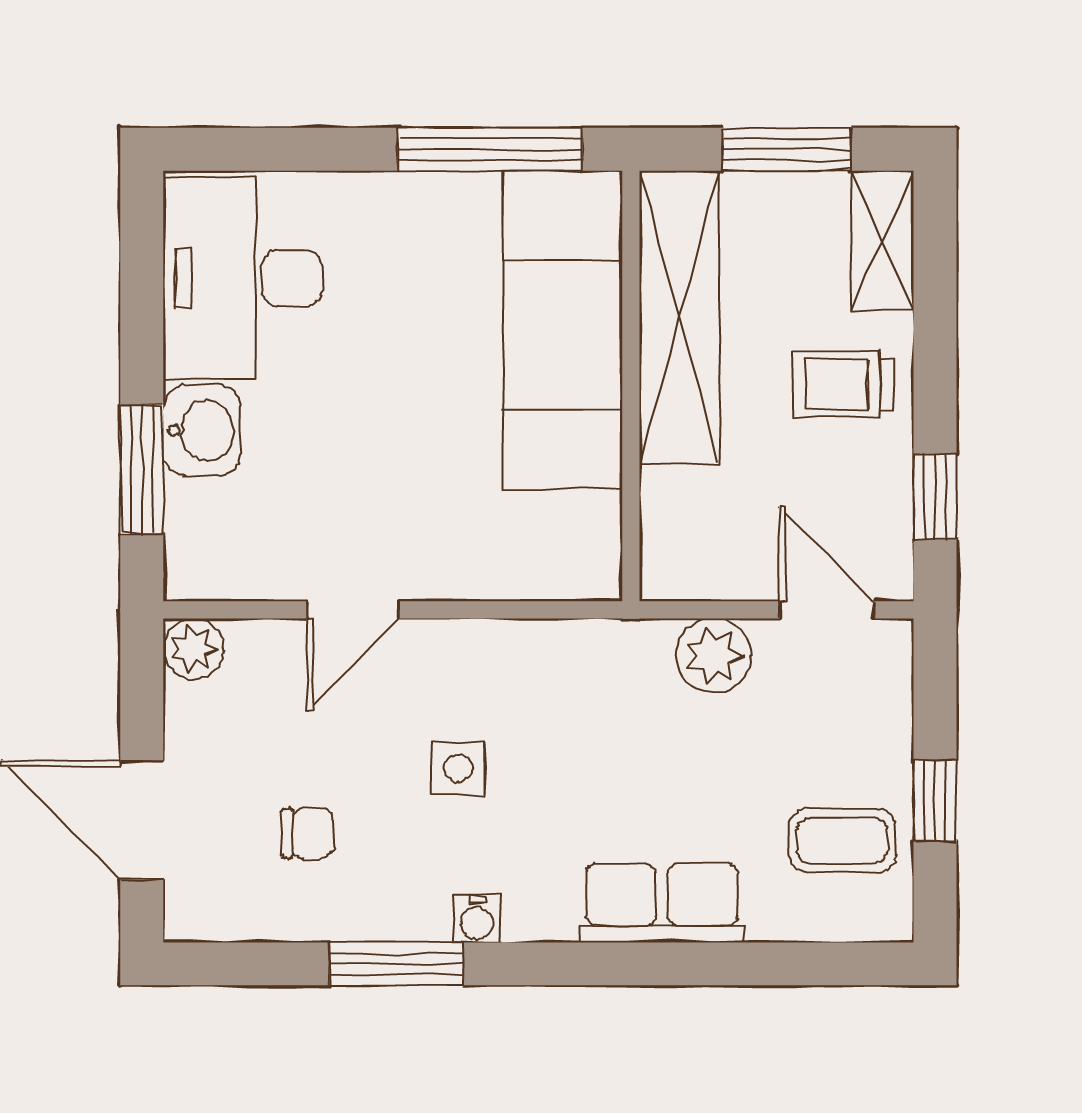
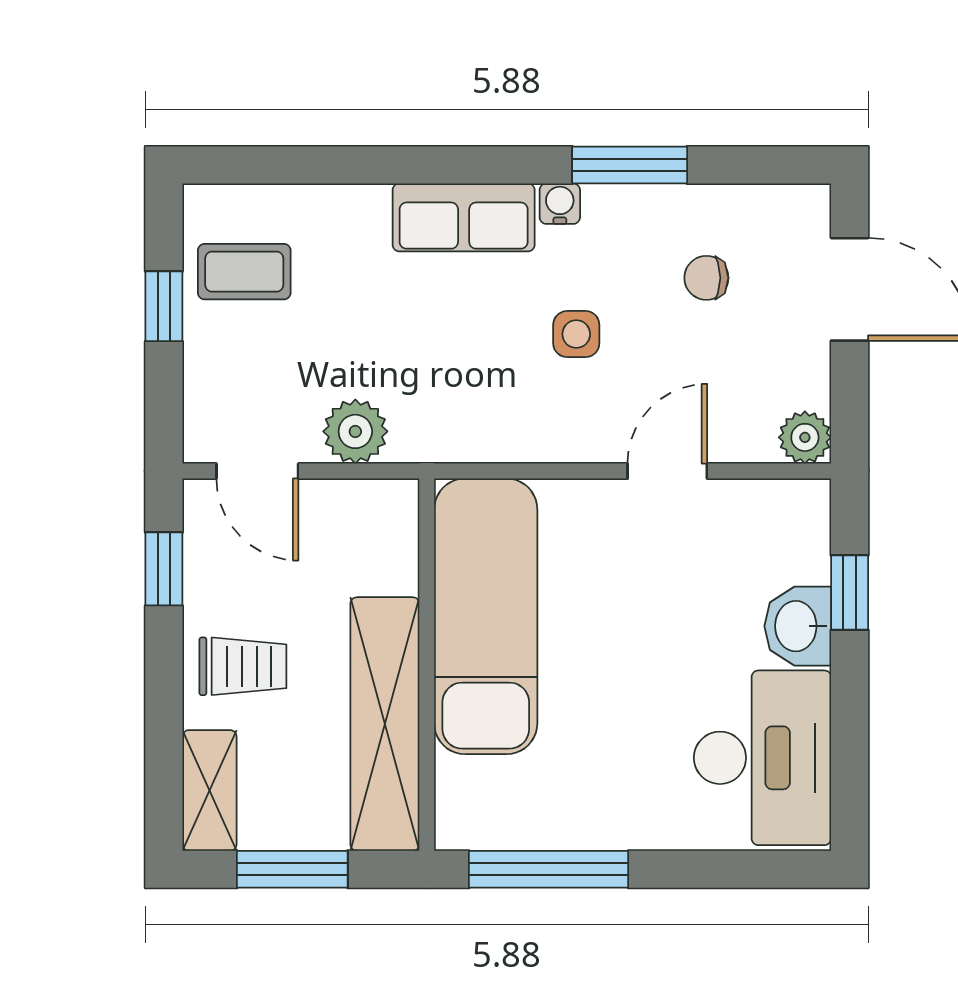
exam couch: (563, 330) -> (486, 616), moved
window: (142, 469) -> (850, 593), width x0.67
row of seats: (662, 903) -> (464, 217), moved

